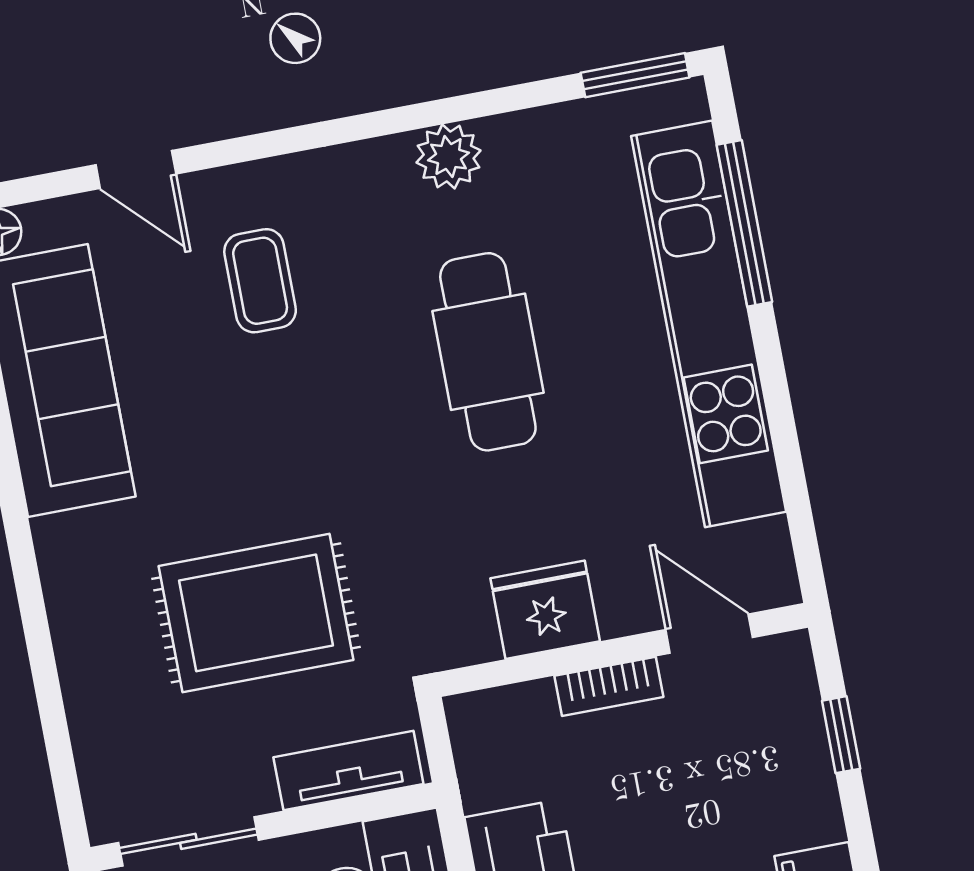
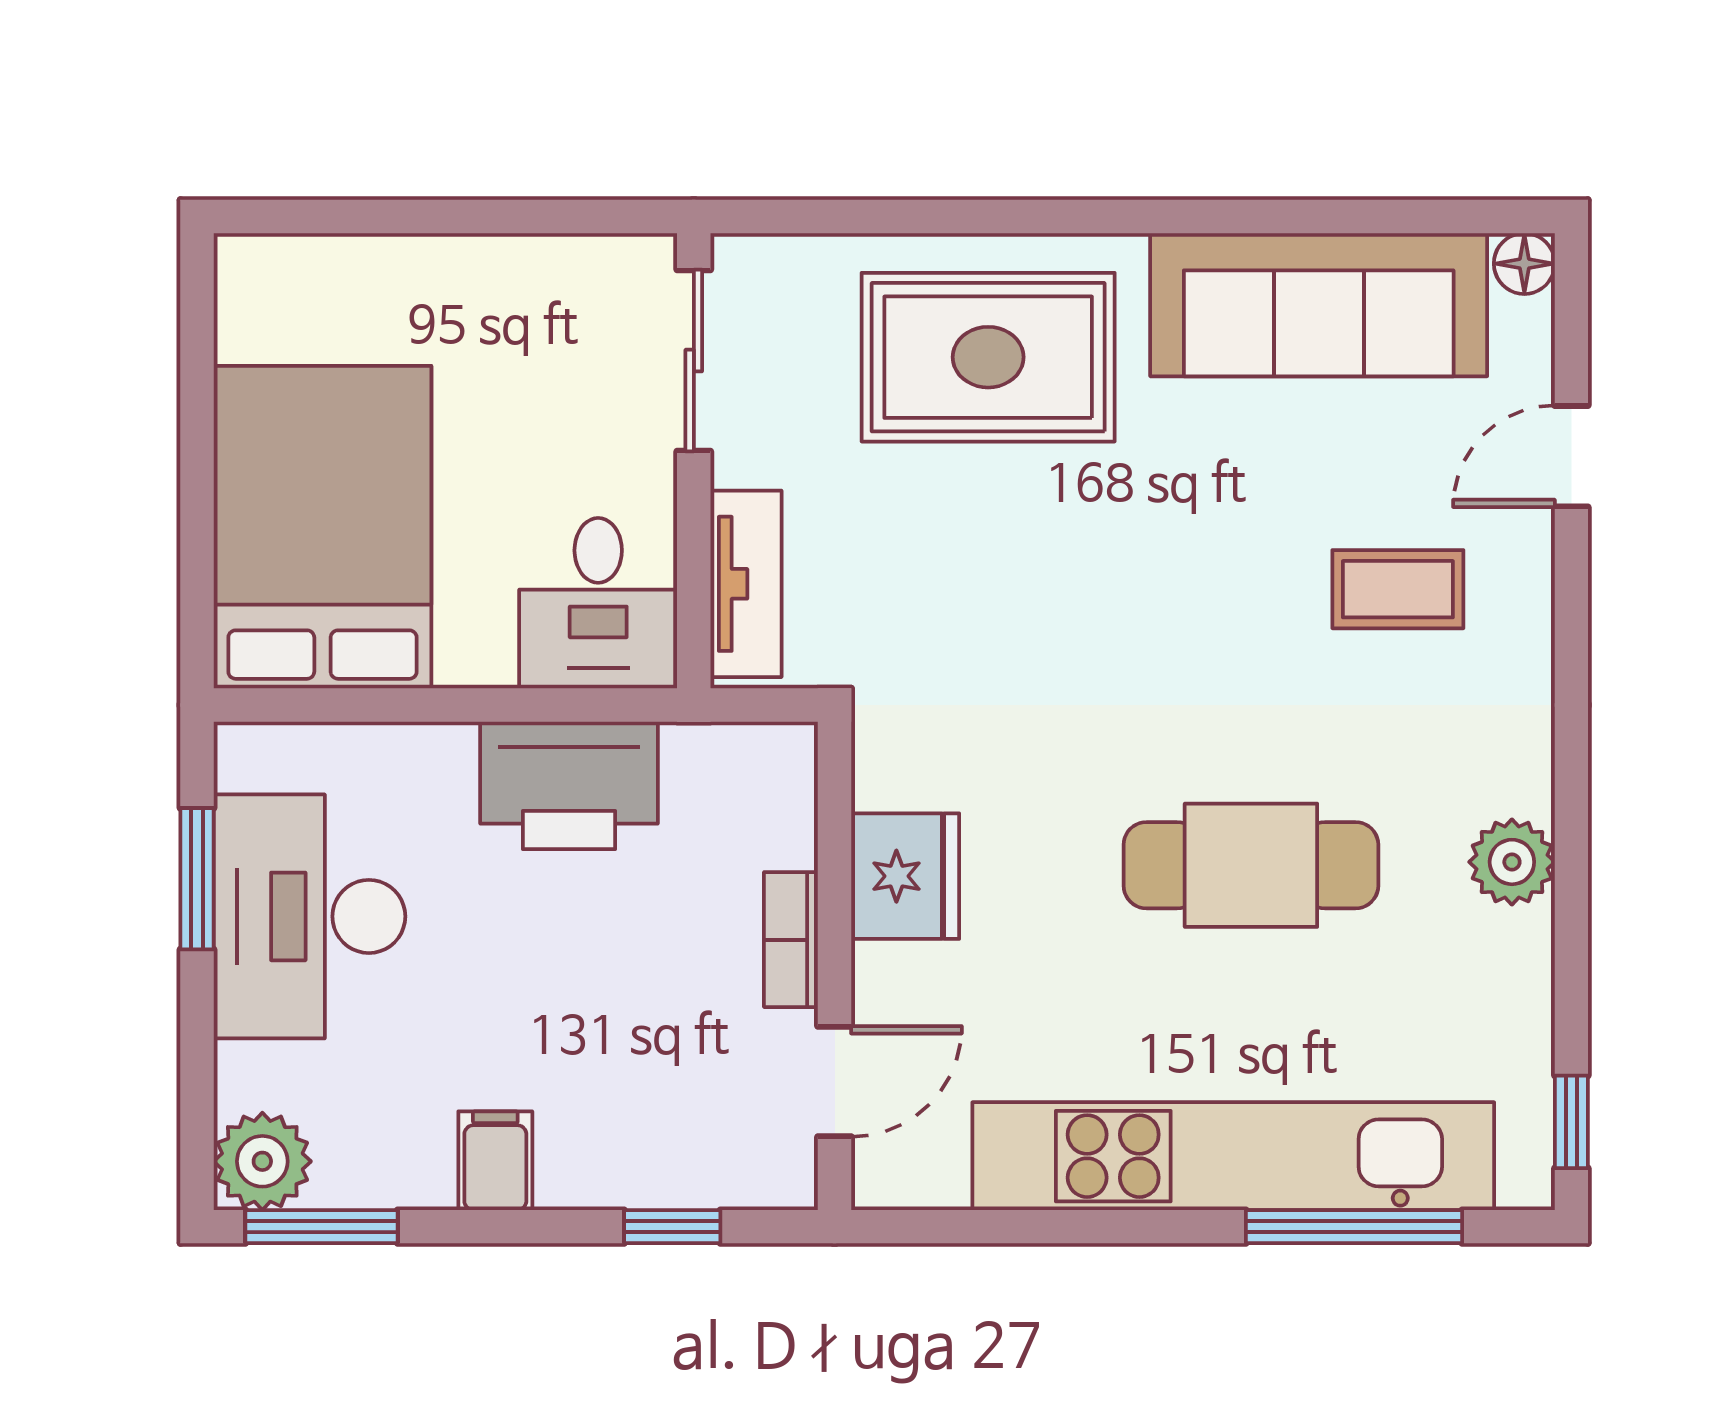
window: (635, 75) -> (1571, 1122), width x0.67
rug: (256, 613) -> (988, 357), moved, turned 90

